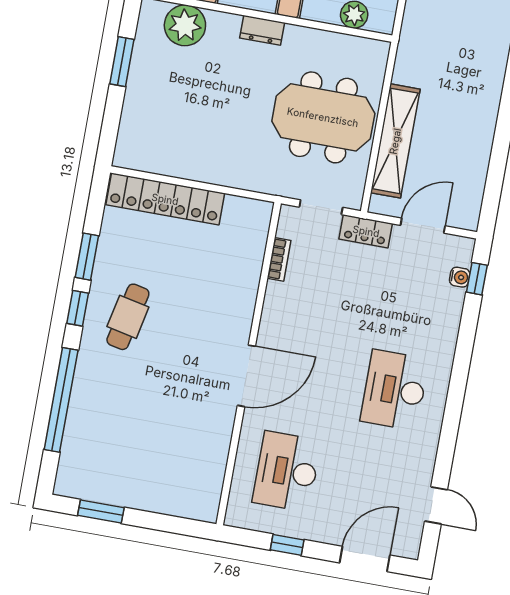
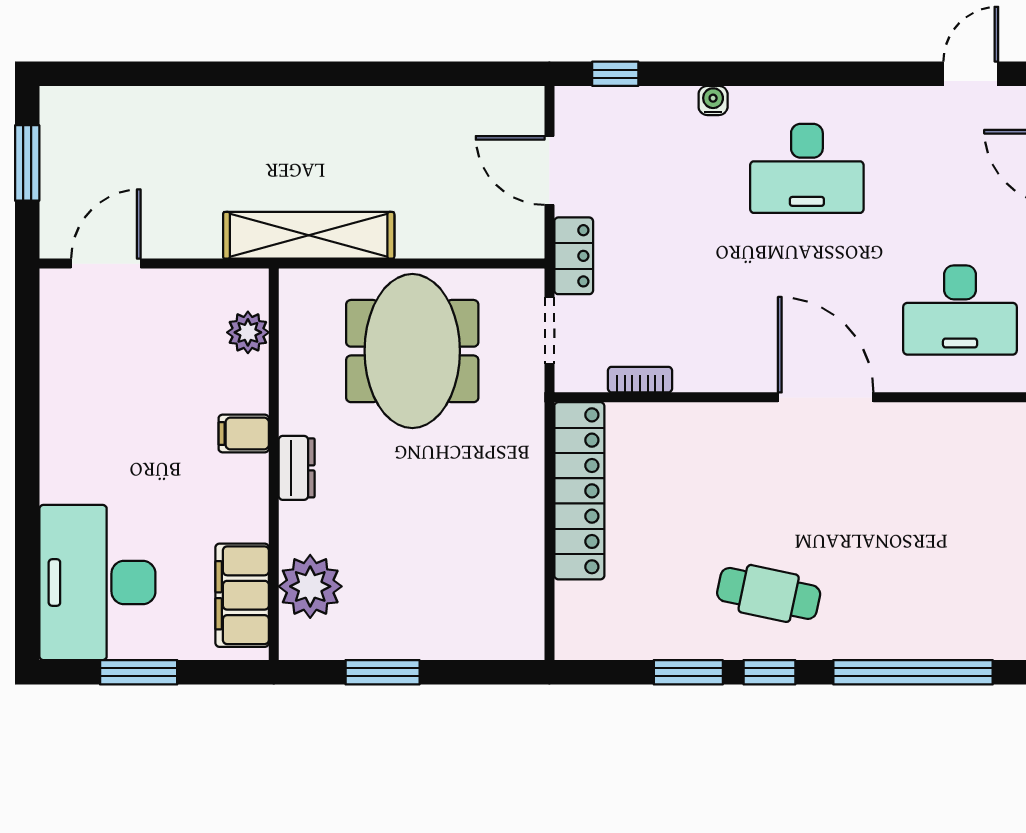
shelving: (395, 141) -> (309, 235), moved
locker: (165, 199) -> (579, 491), moved
water cooler: (460, 277) -> (713, 100), moved

